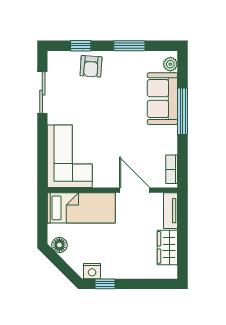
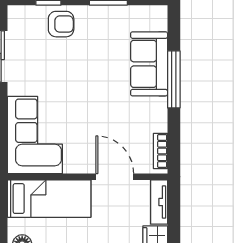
plant: (170, 64) -> (159, 21), removed
armchair: (91, 66) -> (61, 24), turned -94

